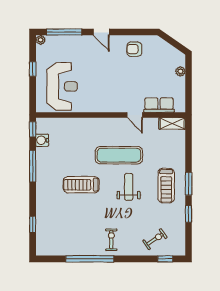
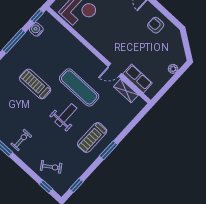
door: (135, 115) -> (115, 70), hinge flipped
shelving: (172, 123) -> (126, 91), moved
window: (189, 214) -> (76, 185), moved

